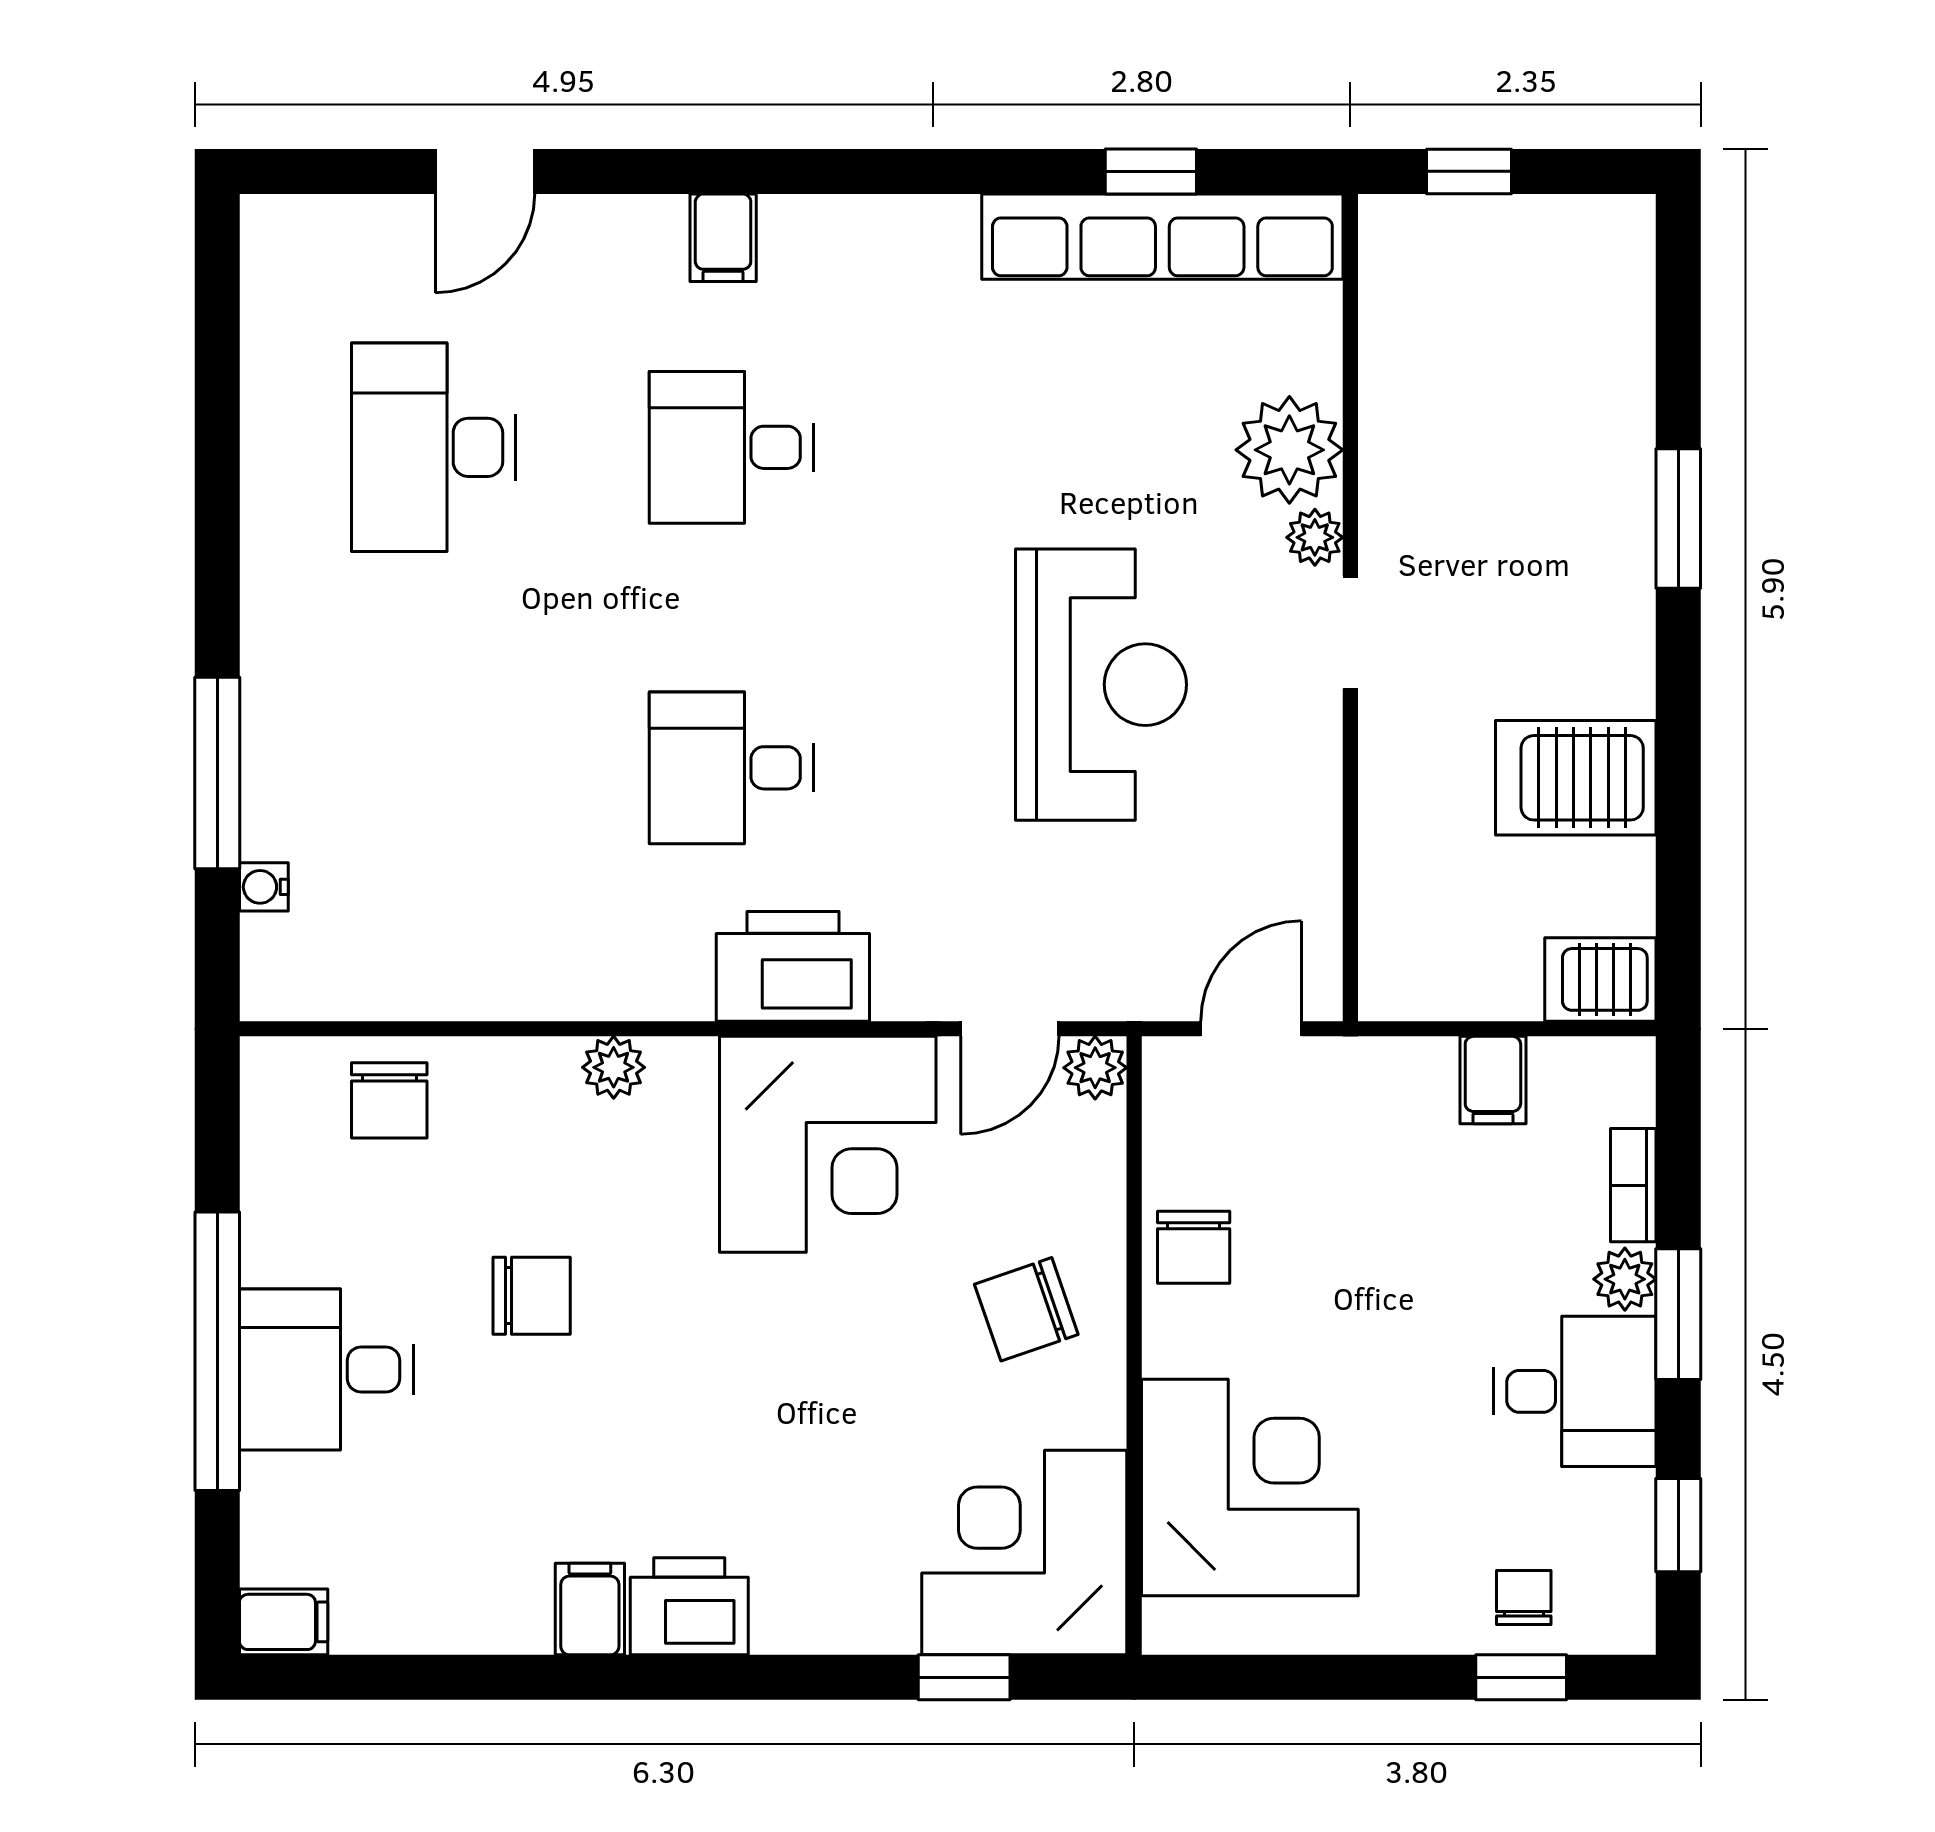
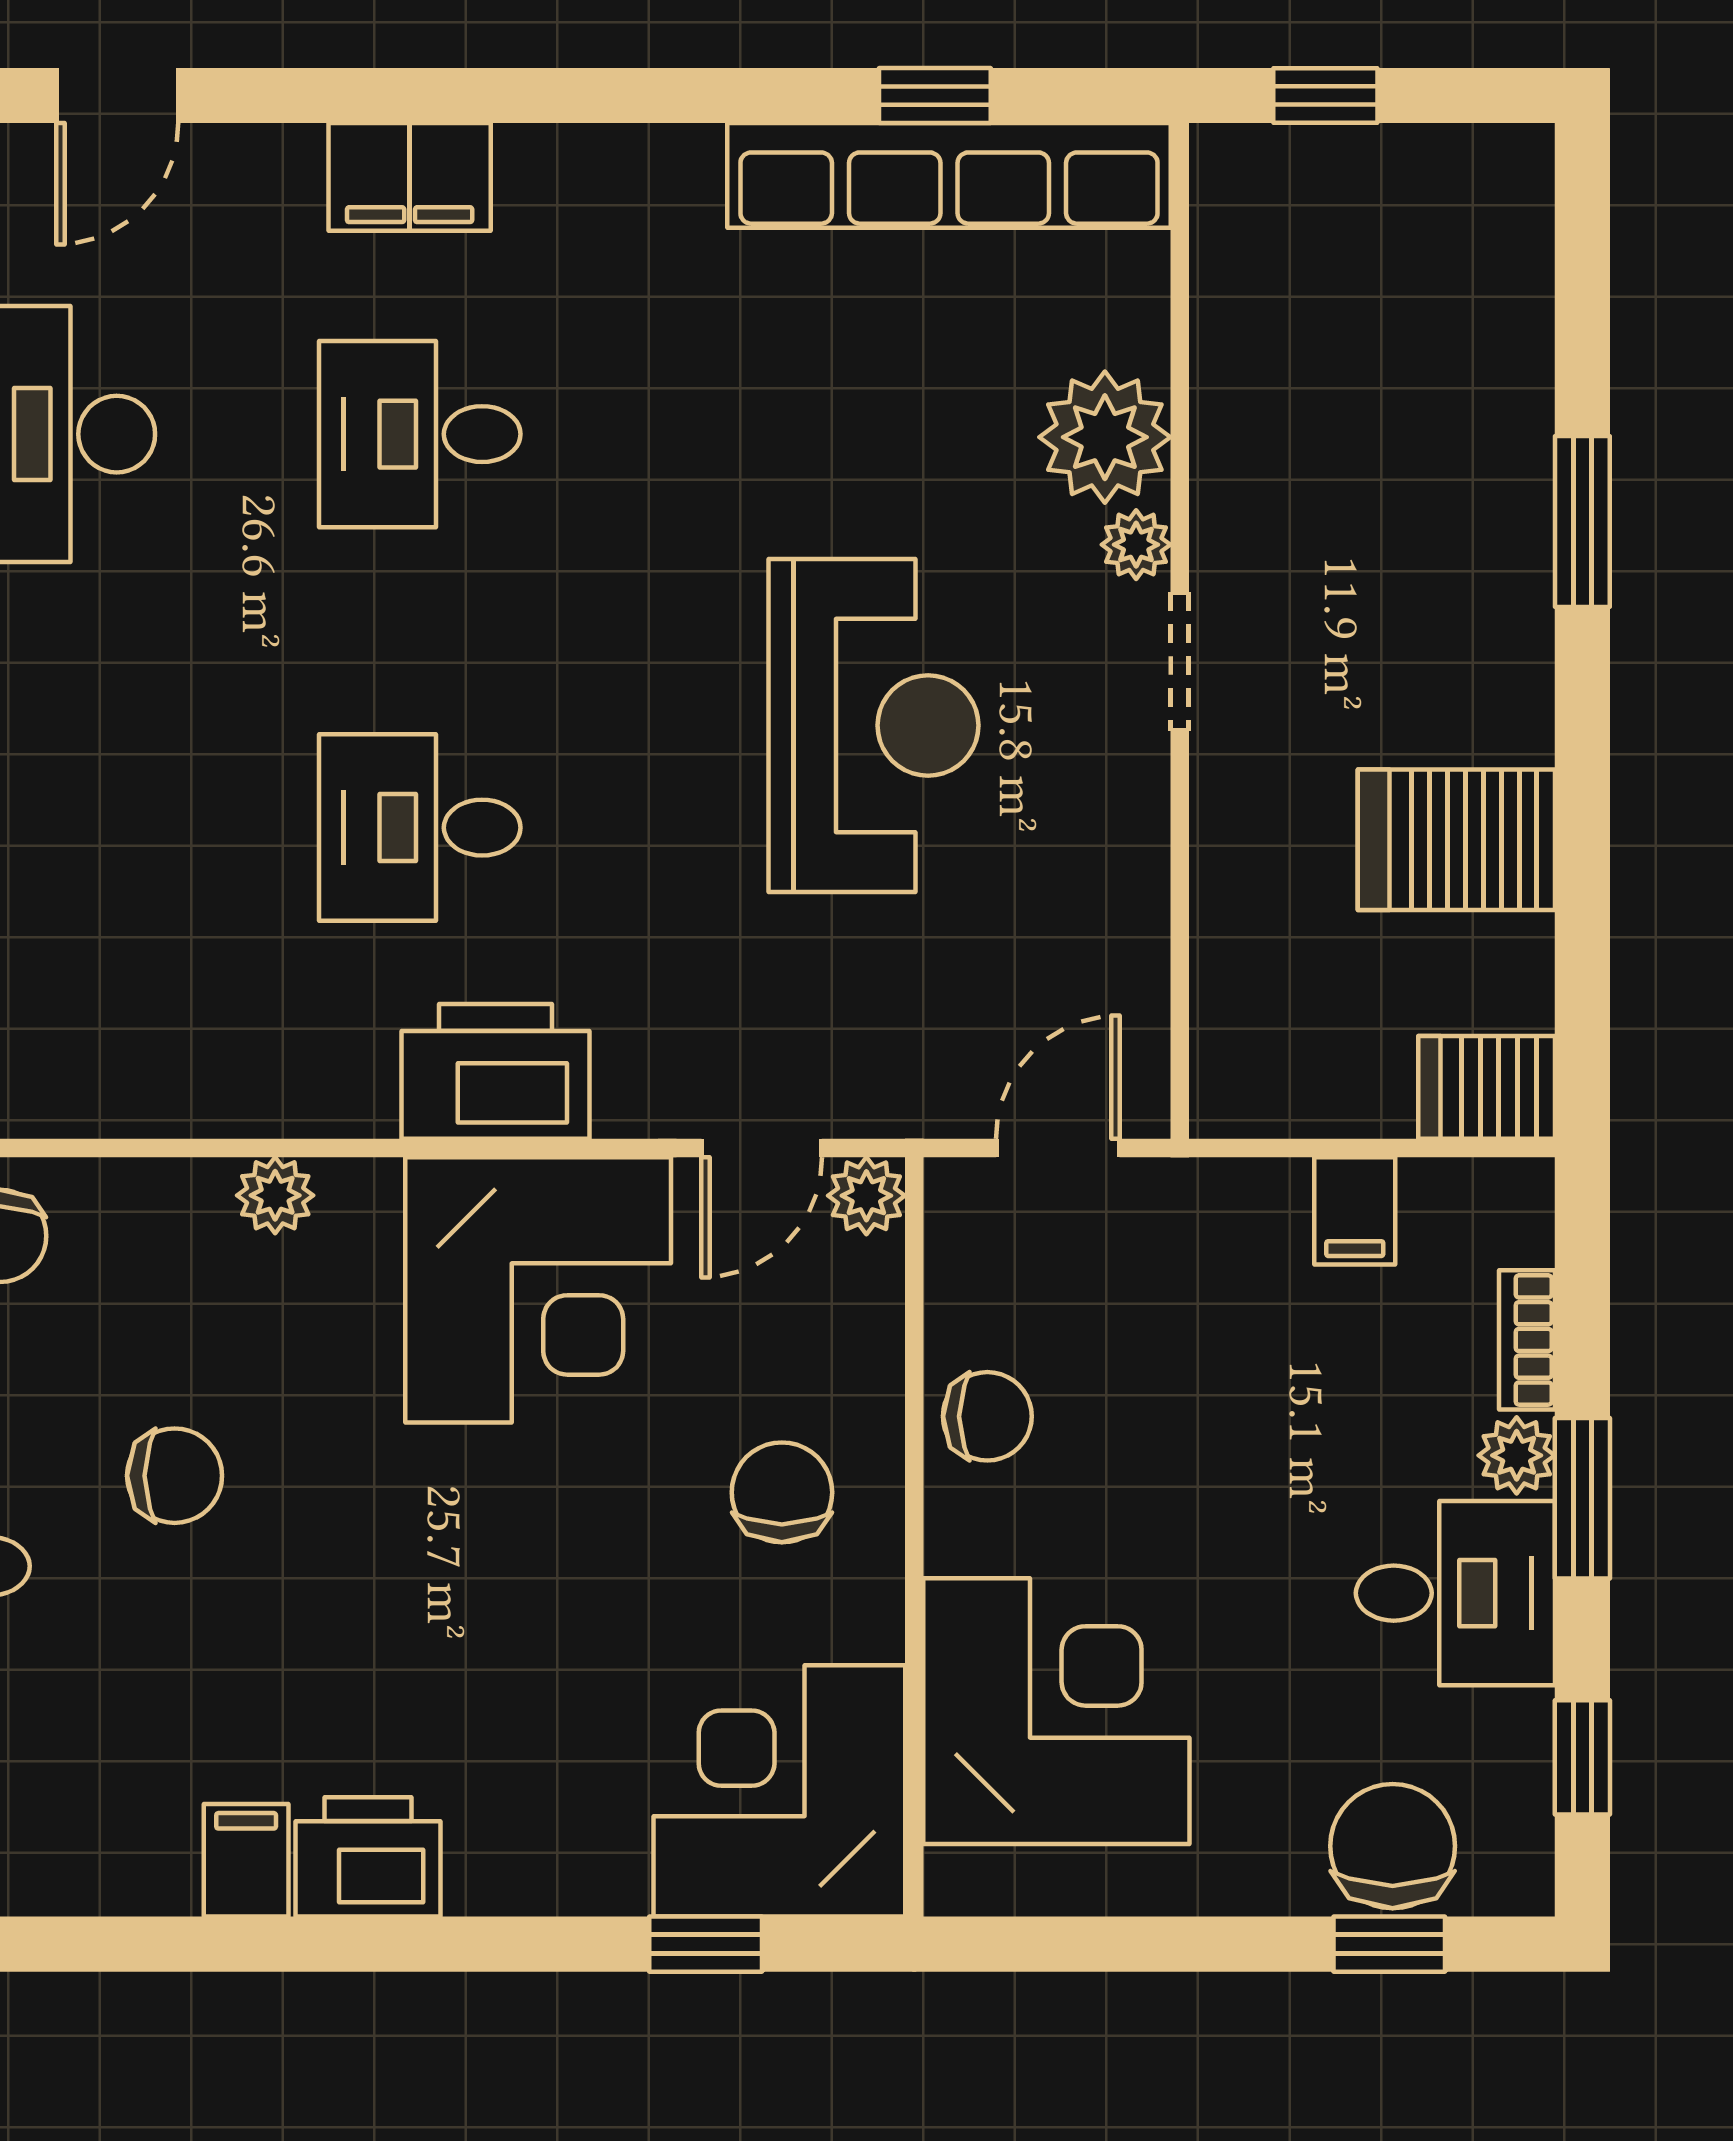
filing cabinet: (723, 238) -> (410, 177), width x2.00
chair: (1194, 1247) -> (987, 1416), turned -90
chair: (1026, 1309) -> (782, 1492), turned 109
chair: (1524, 1597) -> (1393, 1846), width x1.87, depth x1.87

